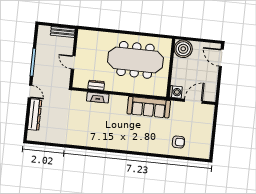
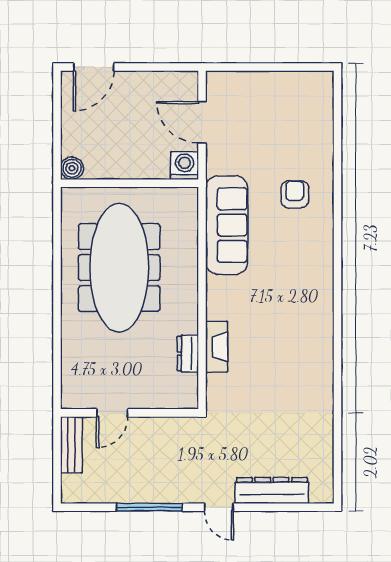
boiler: (183, 49) -> (72, 168), width x0.54, depth x0.54
door: (73, 62) -> (112, 413), moved
door: (30, 91) -> (219, 507), swing flipped
armchair: (178, 142) -> (295, 194), moved

